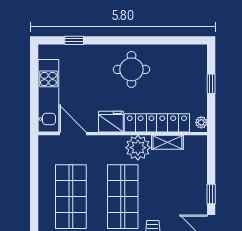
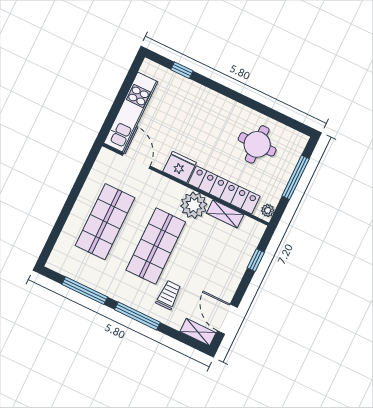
round table: (131, 69) -> (257, 144), moved
window: (211, 84) -> (296, 177), width x2.17
window: (211, 194) -> (256, 260), moved

